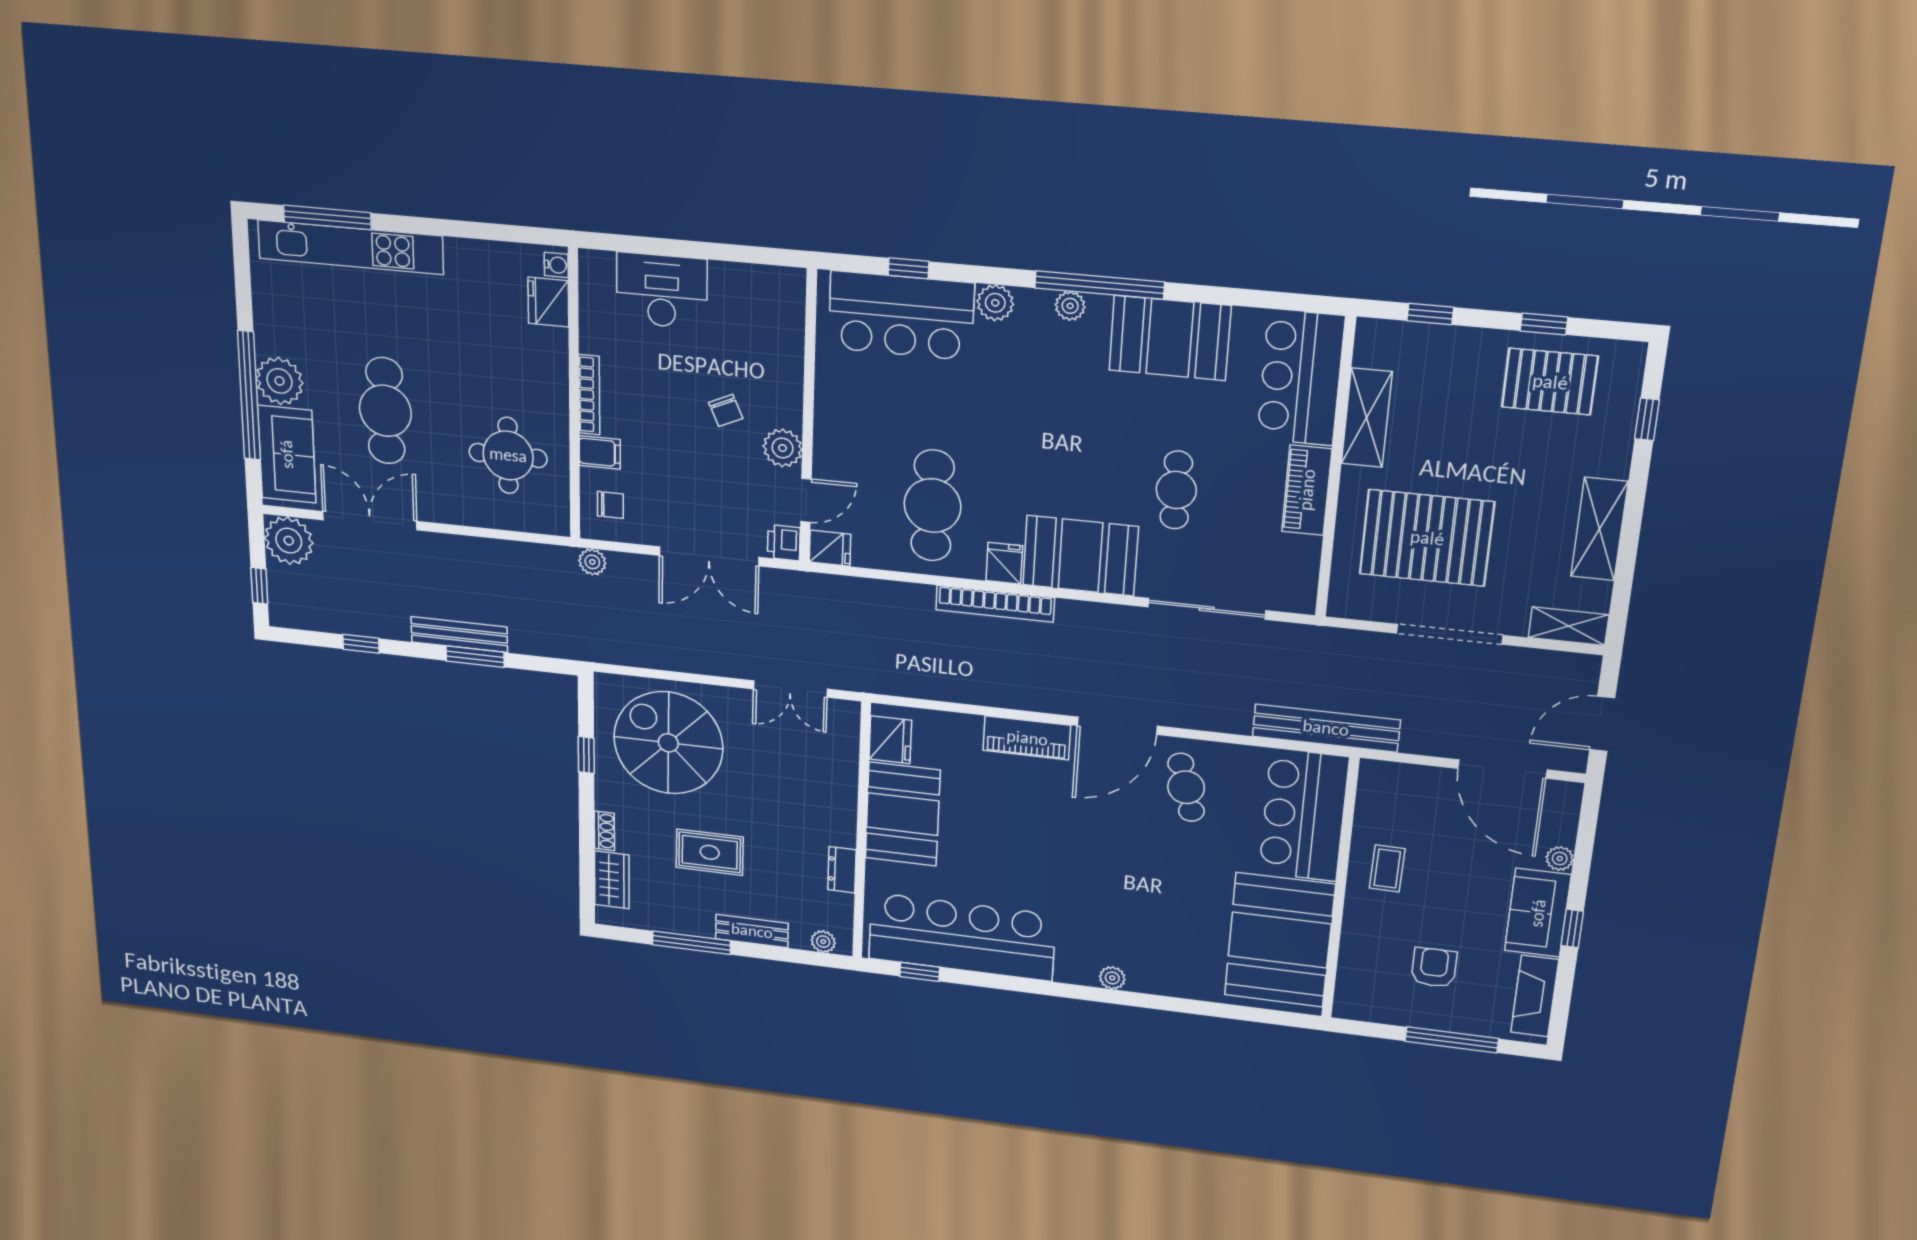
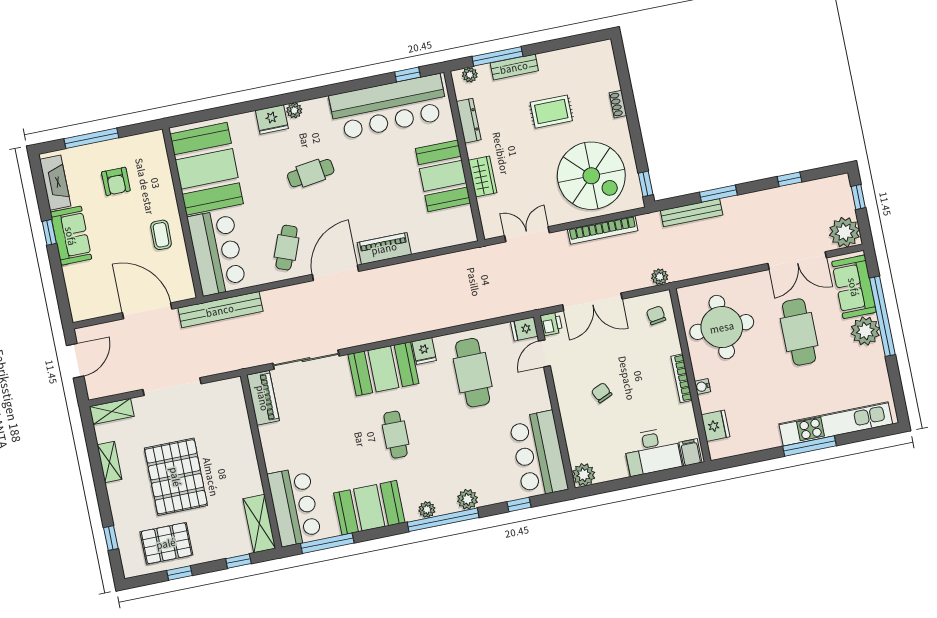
window: (327, 217) -> (809, 446), moved
water cooler: (556, 265) -> (703, 386), moved
window: (1099, 285) -> (443, 520), moved
window: (1262, 299) -> (327, 543), added
bar counter: (901, 316) -> (539, 454), moved, turned -90
shelving: (1367, 418) -> (259, 524), moved
plant: (783, 448) -> (584, 475), moved
filing cabinet: (600, 452) -> (690, 452), moved, turned 90
round table: (508, 455) -> (722, 327), width x1.36, depth x1.36
cafe table: (1176, 490) -> (396, 435), moved
piano: (1307, 490) -> (263, 398), moved
chair: (610, 505) -> (656, 315), turned 82
shelving: (1599, 529) -> (110, 462), width x0.67, depth x0.75
pallet: (1427, 538) -> (176, 477), moved, turned 90
double door: (709, 556) -> (592, 302), swing flipped
bookcase: (995, 604) -> (603, 230), moved, turned 180
bench: (459, 635) -> (692, 213), moved
fridge: (890, 740) -> (272, 119), moved, turned -90
window: (586, 755) -> (646, 184), moved
door: (1502, 769) -> (147, 311), moved
cafe table: (1186, 787) -> (287, 248), turned 37
plant: (1560, 859) -> (70, 273), removed
dresser: (842, 870) -> (469, 121), width x1.44
wardrobe: (612, 880) -> (482, 177), moved, turned 180
cafe table: (1113, 883) -> (311, 173), added
window: (691, 943) -> (497, 56), moved

